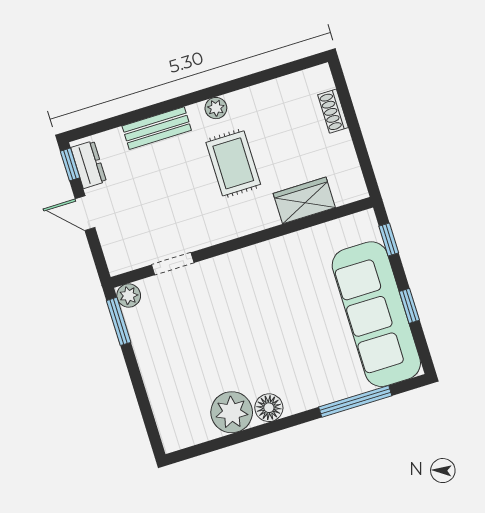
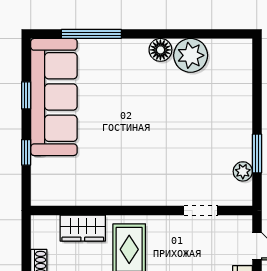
wardrobe: (304, 200) -> (83, 228), moved
wall: (242, 242) -> (142, 210), moved
doorway: (173, 264) -> (201, 210), moved

